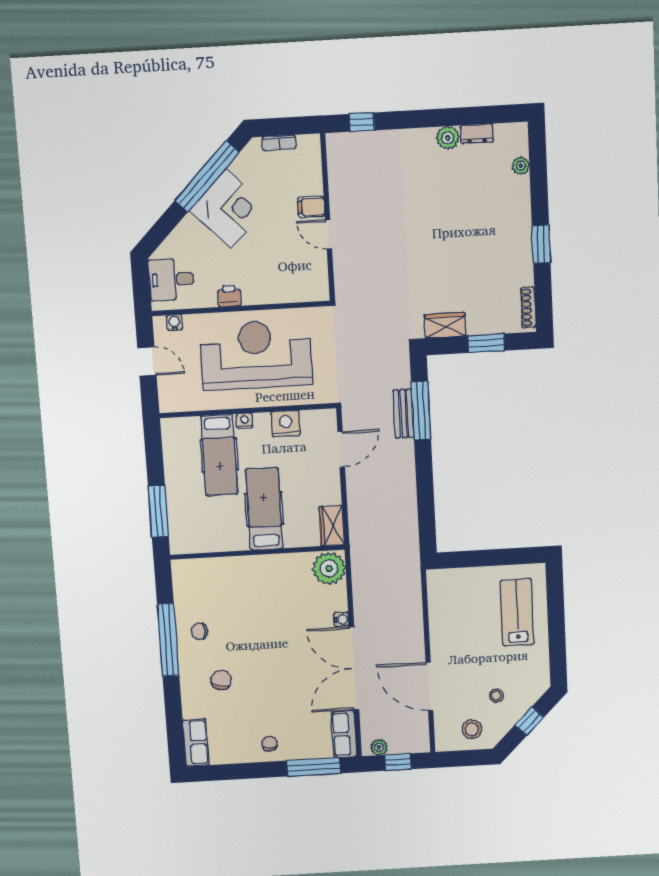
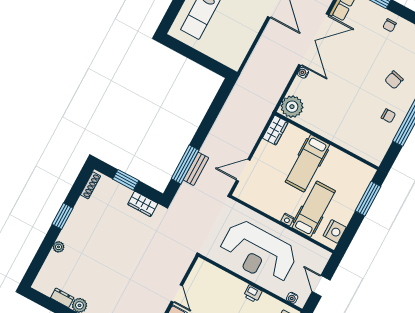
plant: (521, 166) -> (59, 247), moved
nightstand: (286, 424) -> (335, 231), moved, turned -90

